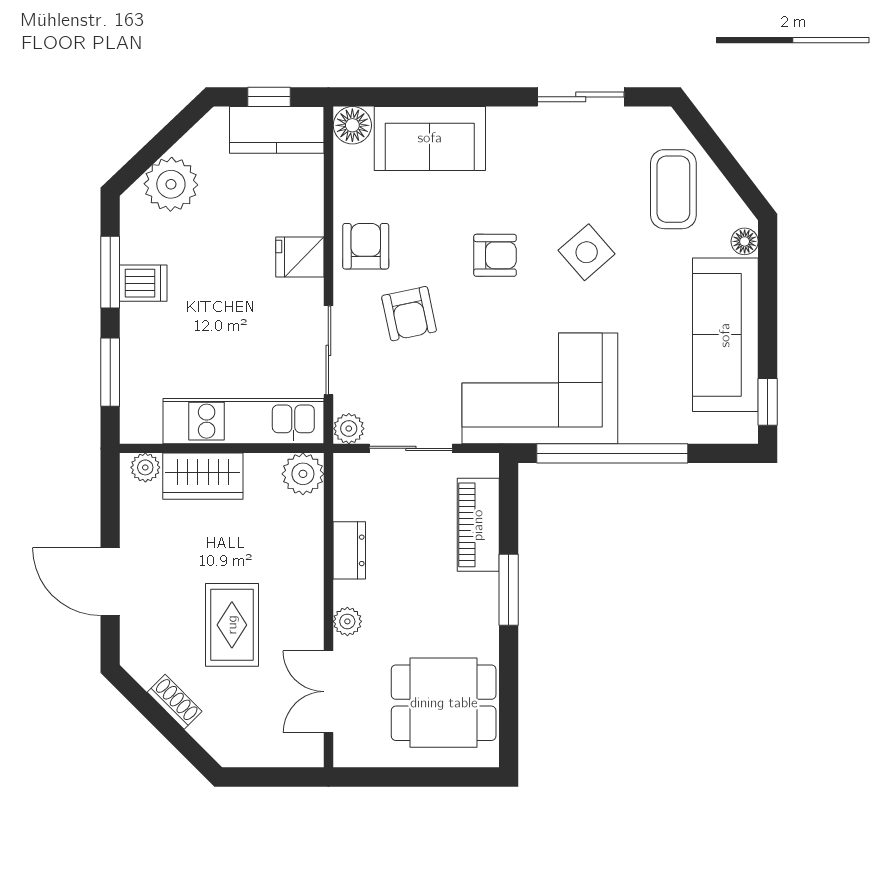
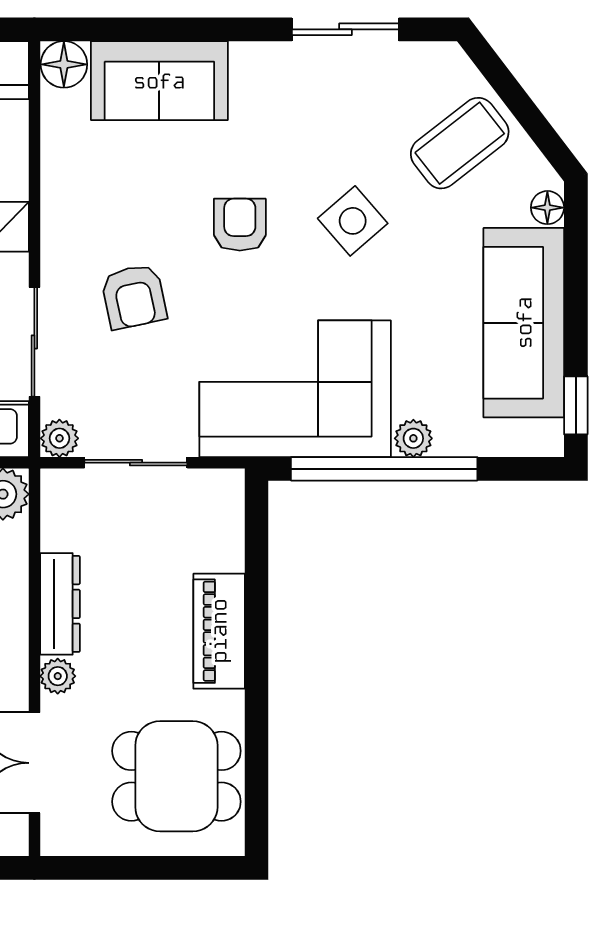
coffee table: (673, 189) -> (460, 143), turned 52
armchair: (366, 246) -> (80, 214), removed
armchair: (495, 255) -> (240, 225), turned -90
plant: (636, 429) -> (413, 438), added
piano: (478, 525) -> (219, 631), moved
dresser: (349, 550) -> (60, 604), width x1.44
window: (509, 590) -> (257, 637), removed

